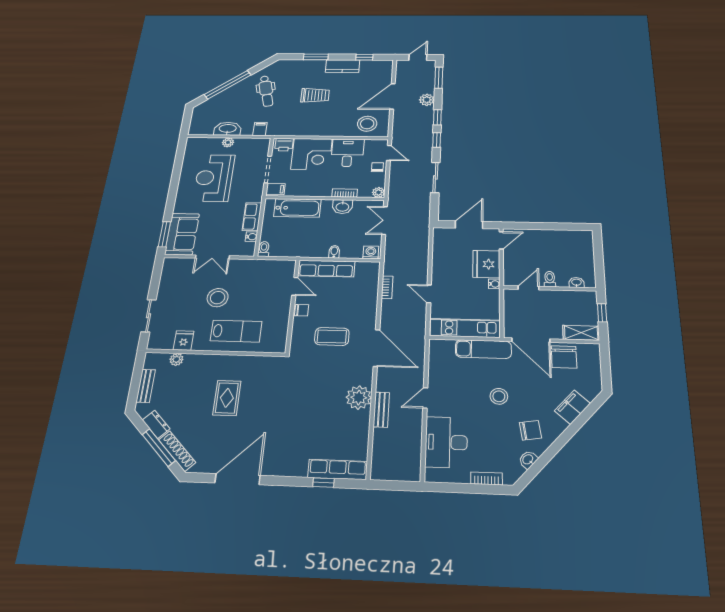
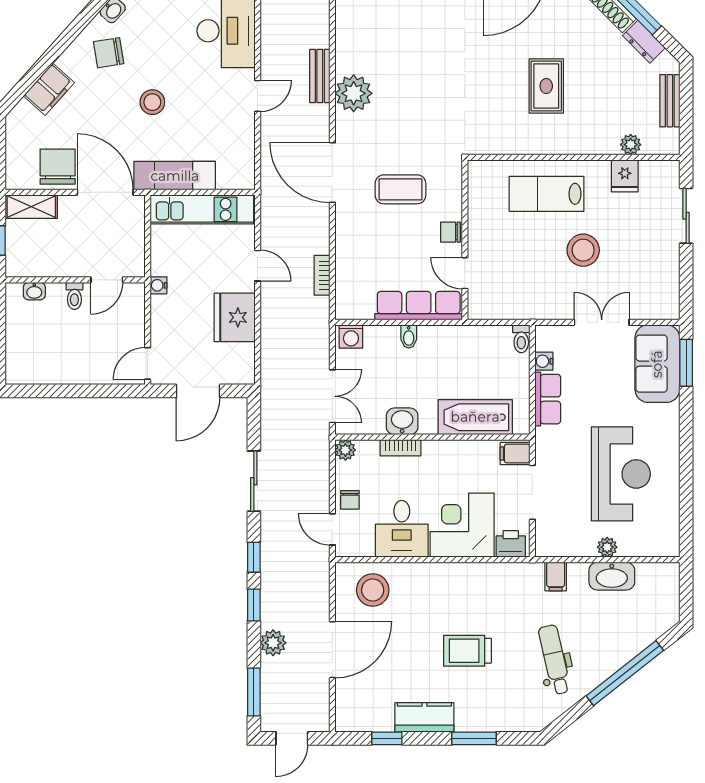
fridge: (486, 264) -> (235, 317), moved, turned 180

